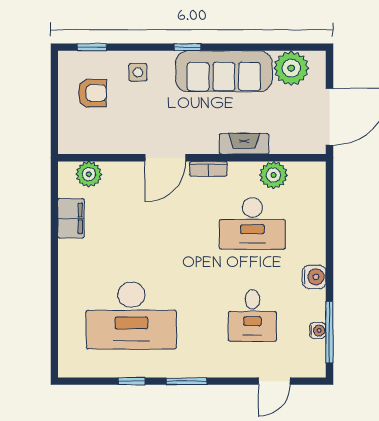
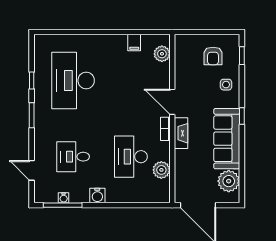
fireplace: (244, 144) -> (181, 133), moved
filing cabinet: (71, 218) -> (134, 43), width x0.50

